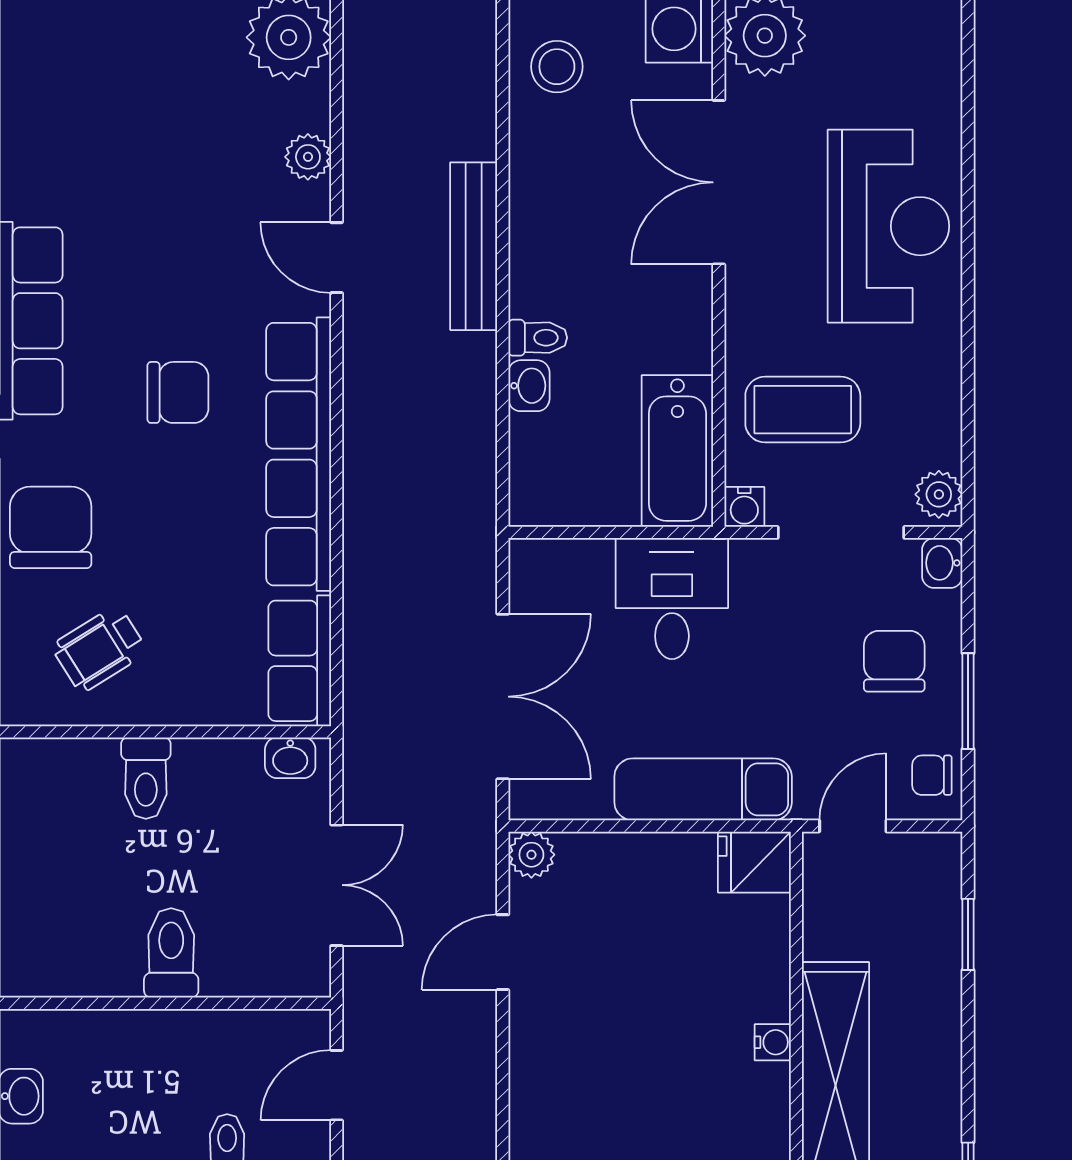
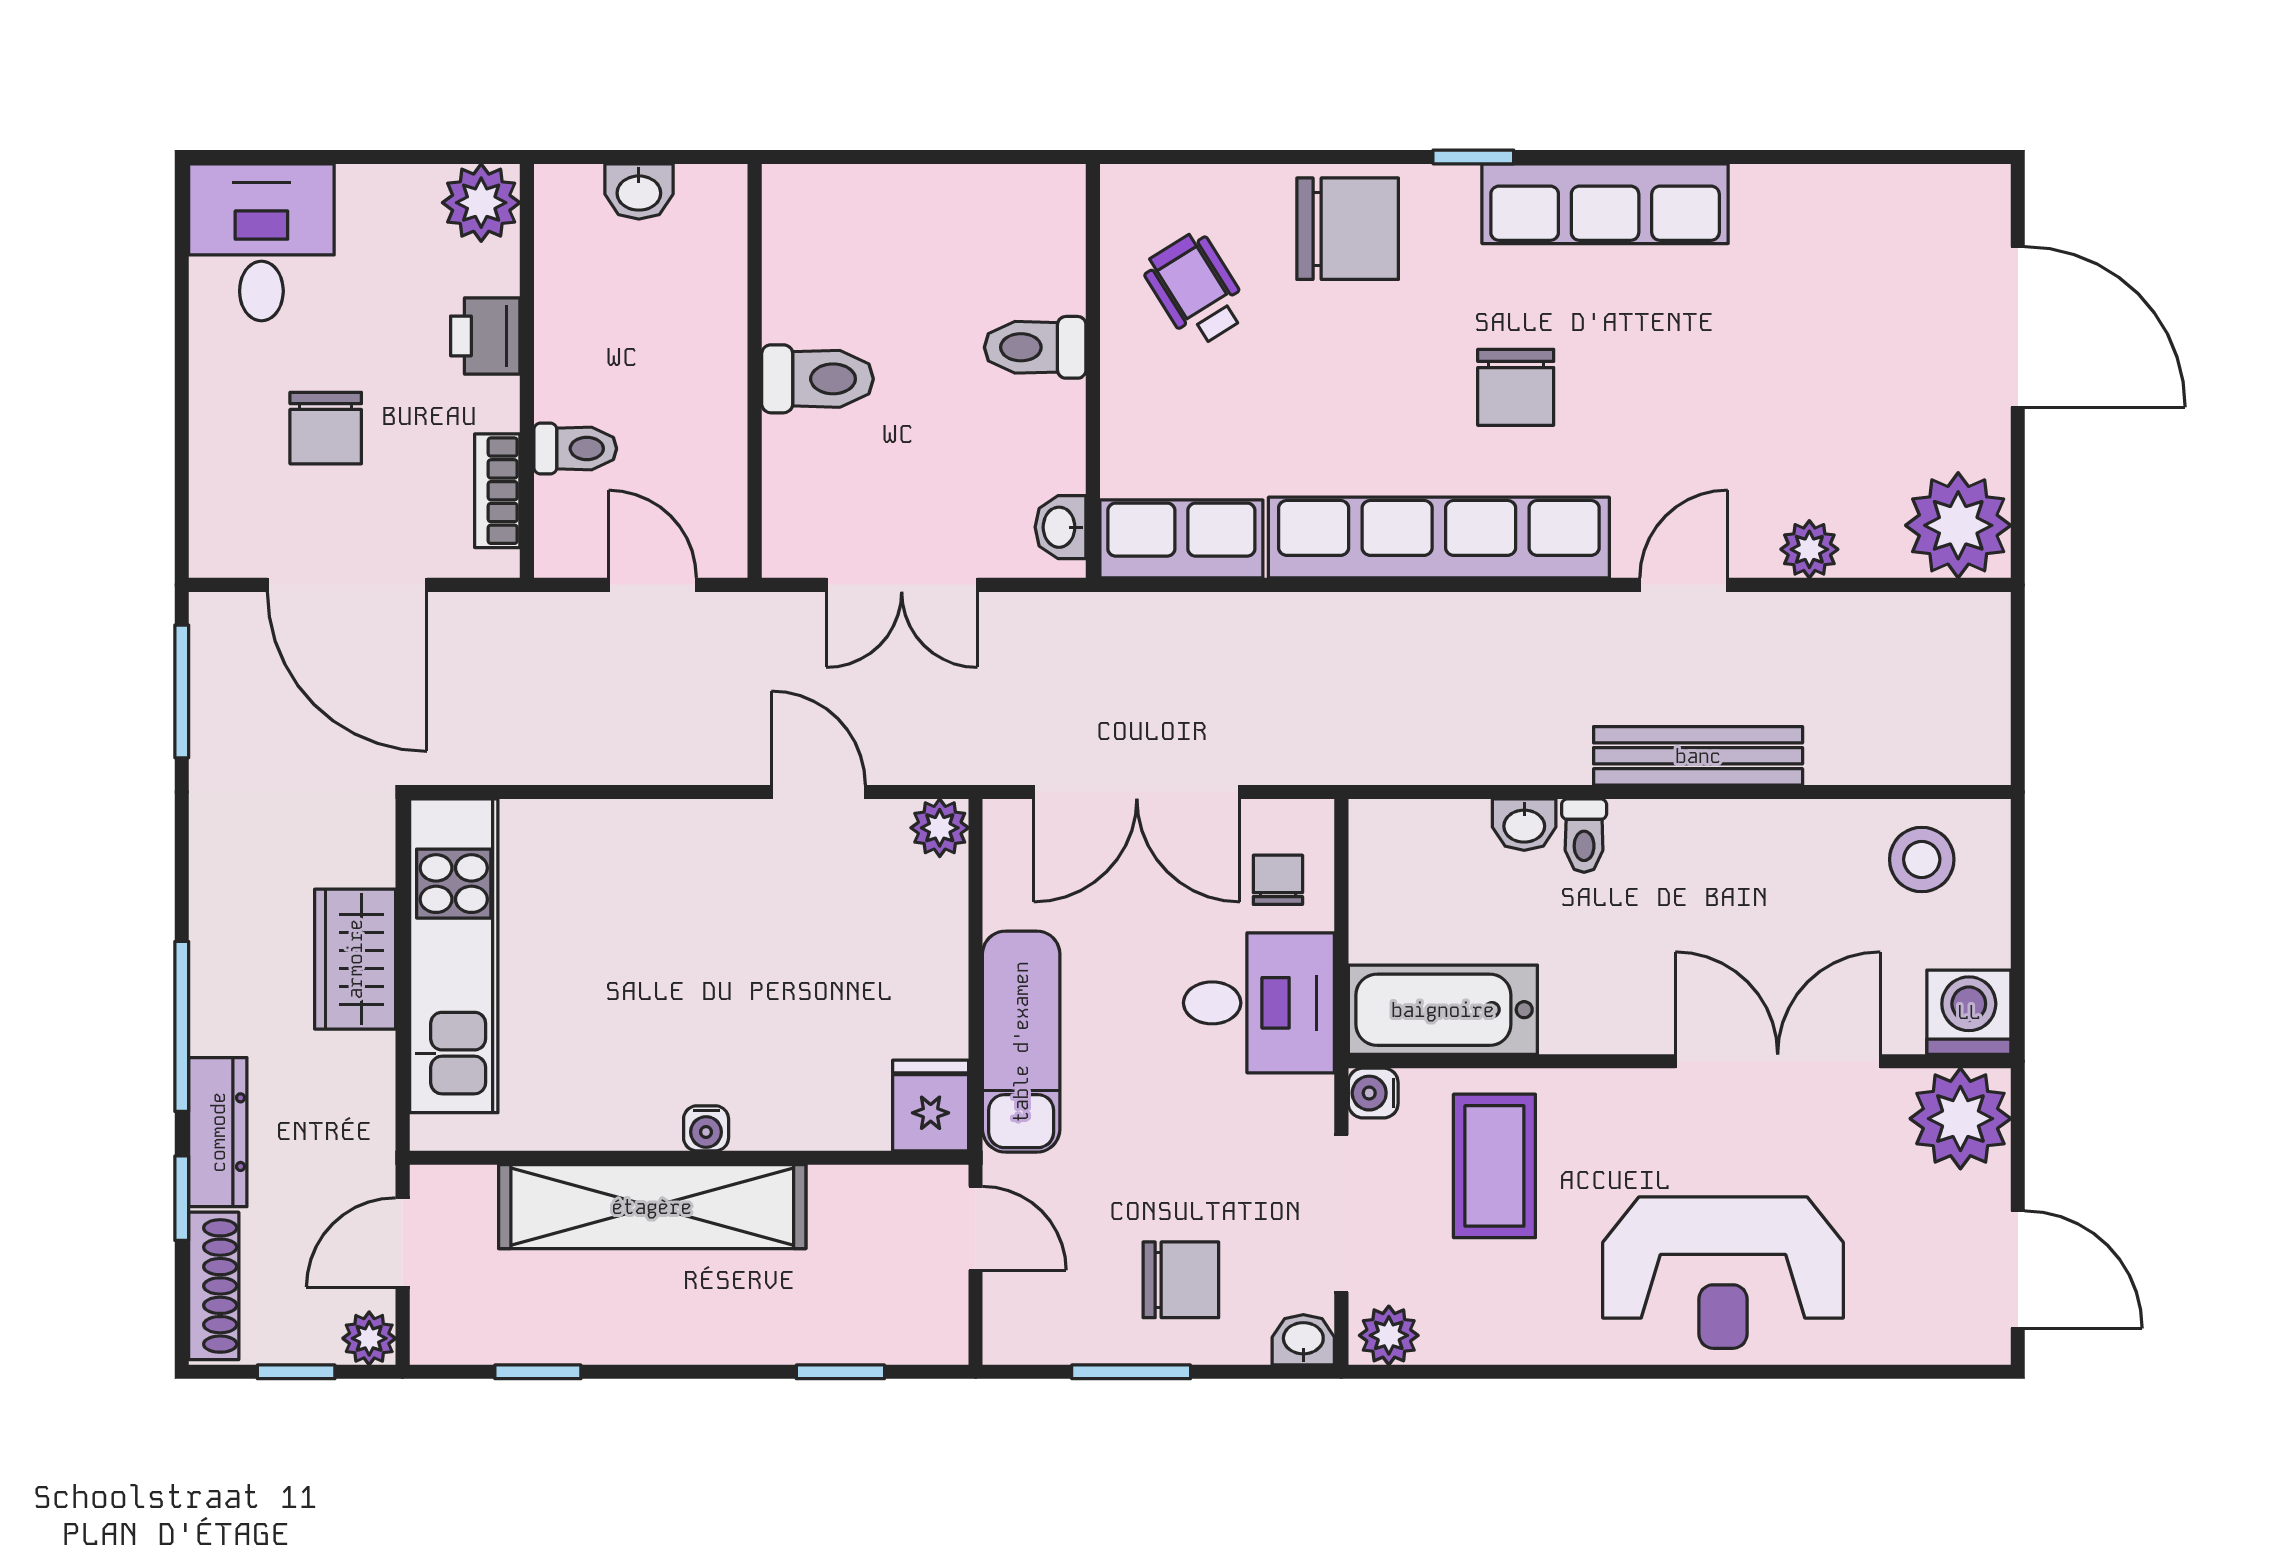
chair: (932, 775) -> (1278, 880), moved

